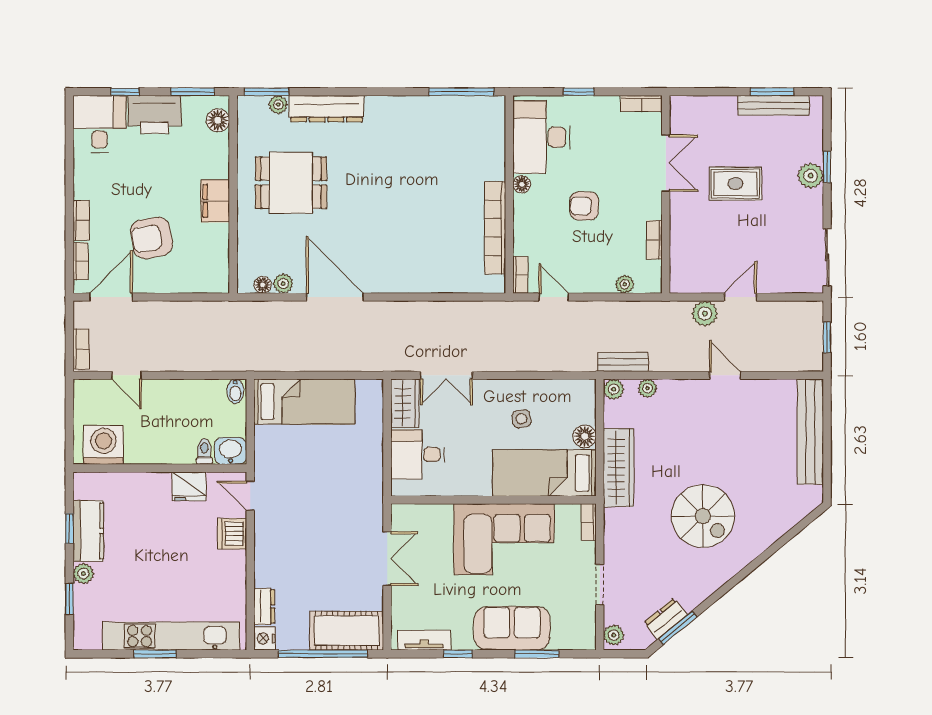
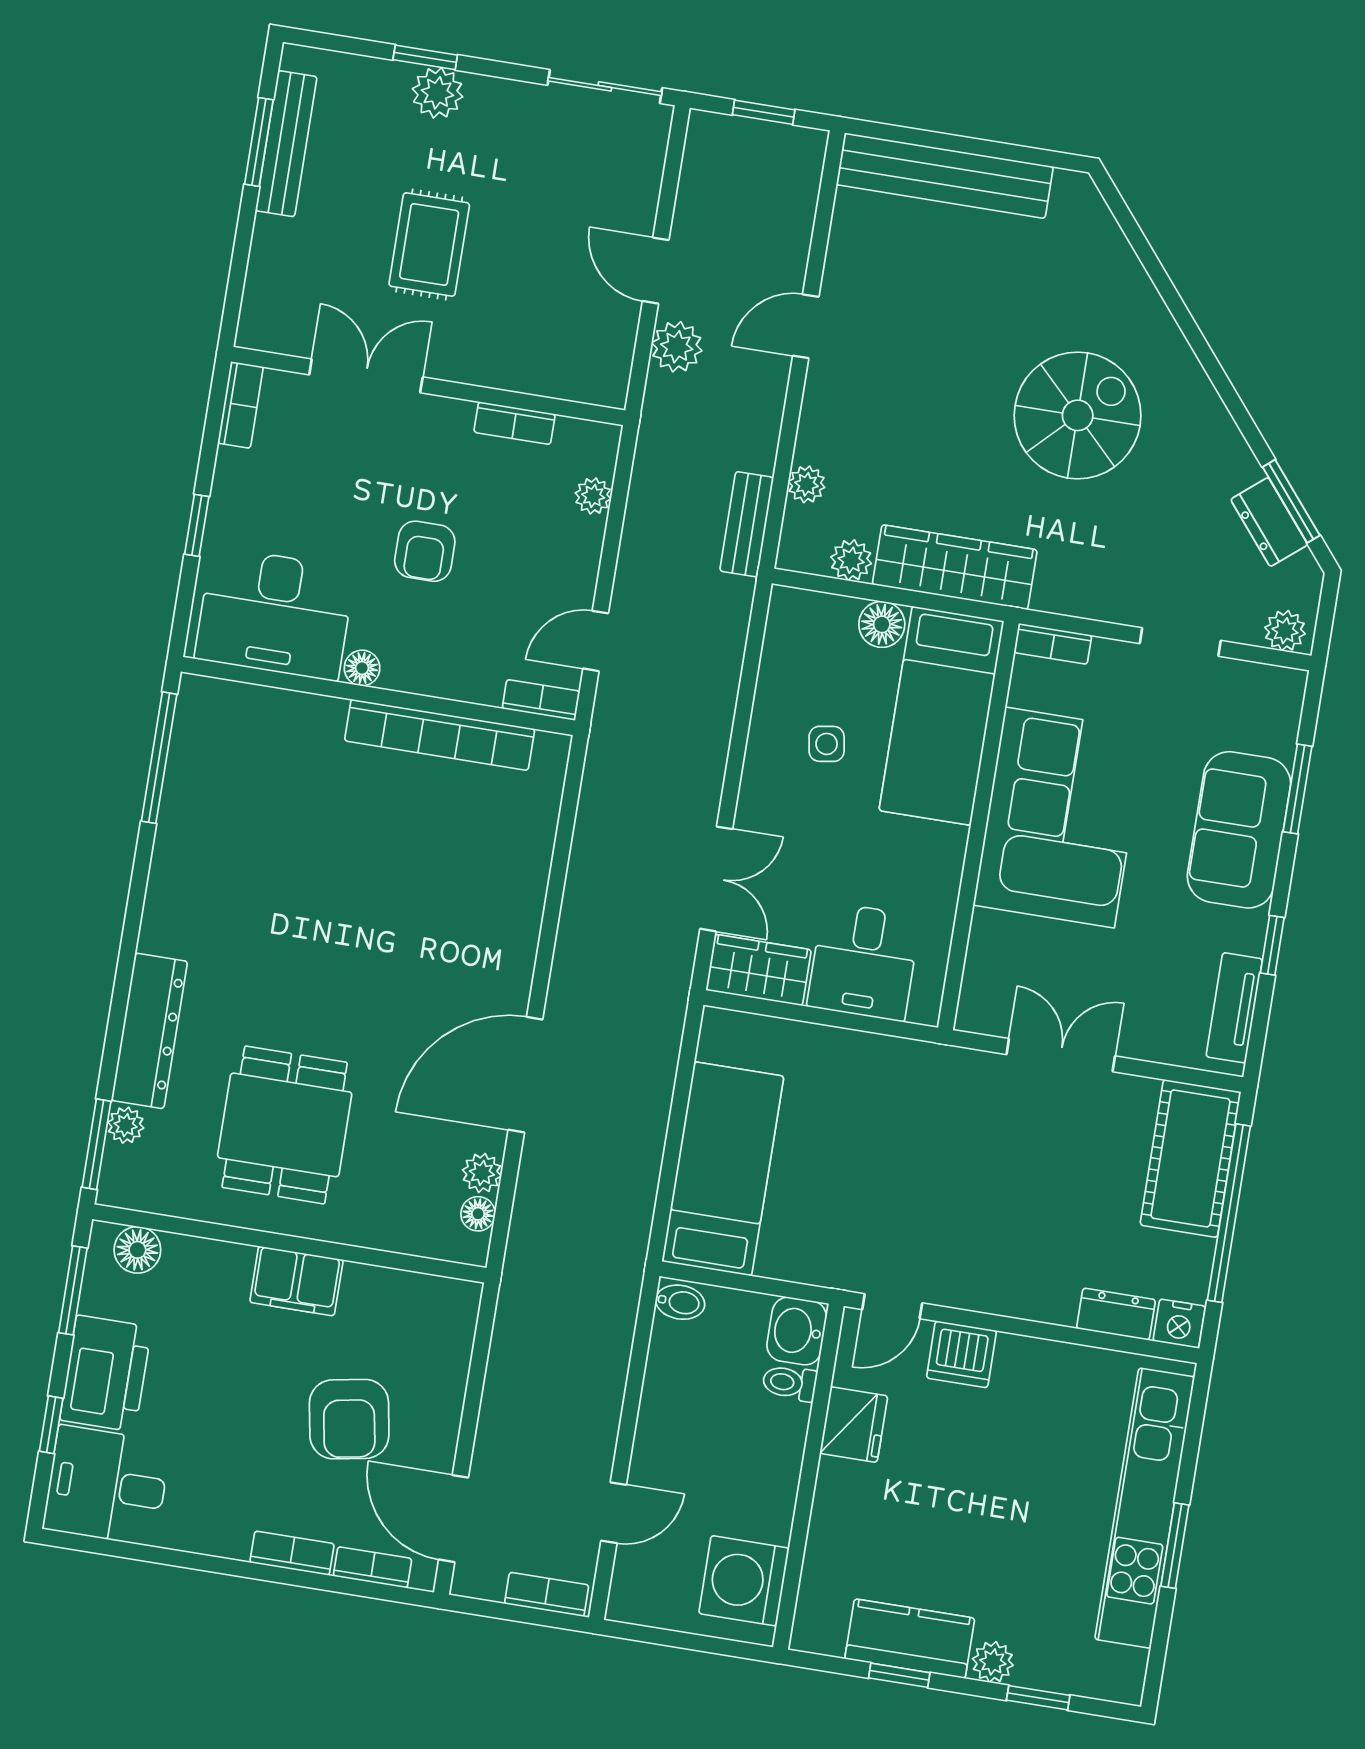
plant: (614, 389) -> (851, 560), moved

